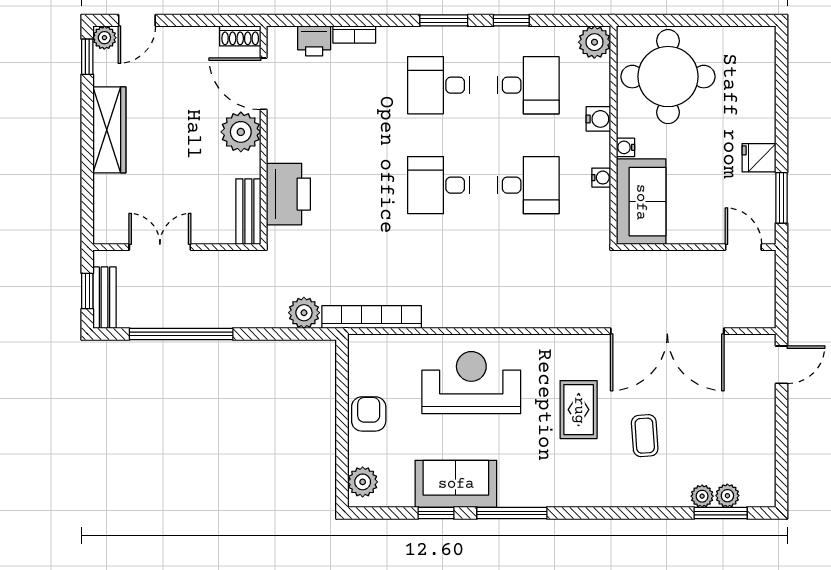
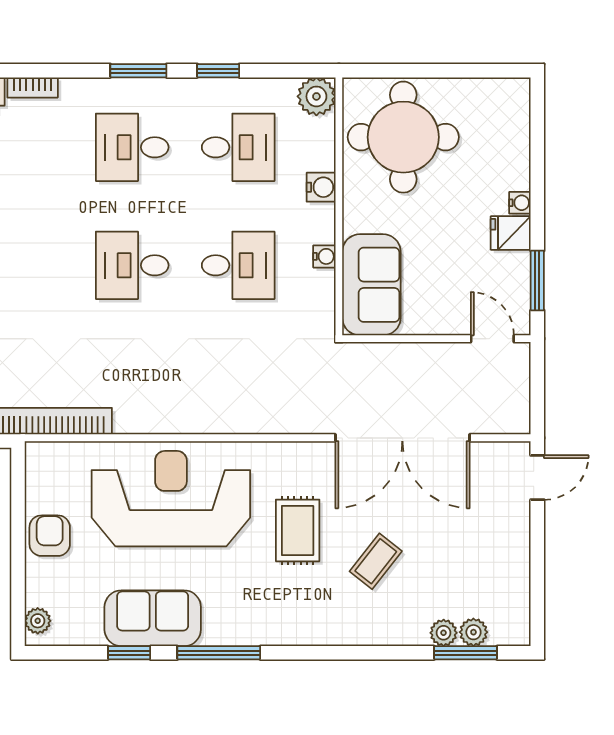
water cooler: (625, 147) -> (520, 203), moved, turned 180
reception desk: (471, 383) -> (171, 499), width x1.36, depth x1.30
coffee table: (645, 436) -> (376, 561), turned 42
plant: (363, 482) -> (38, 621), width x0.73, depth x0.73

